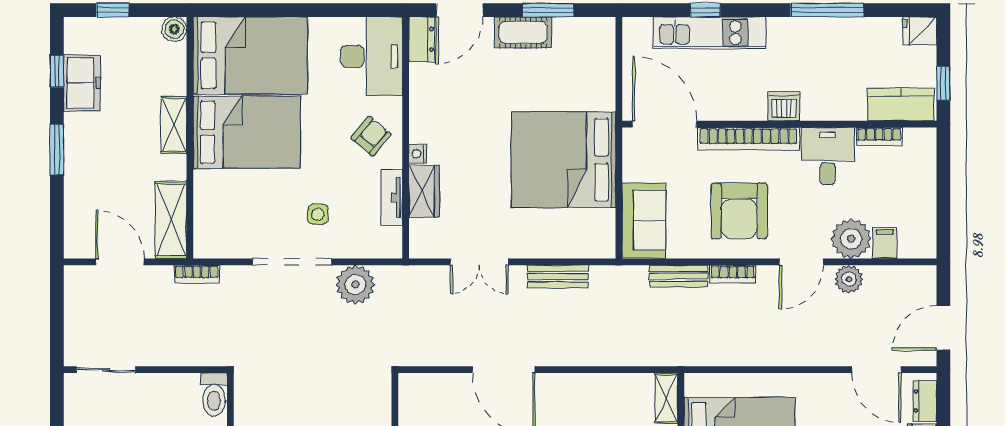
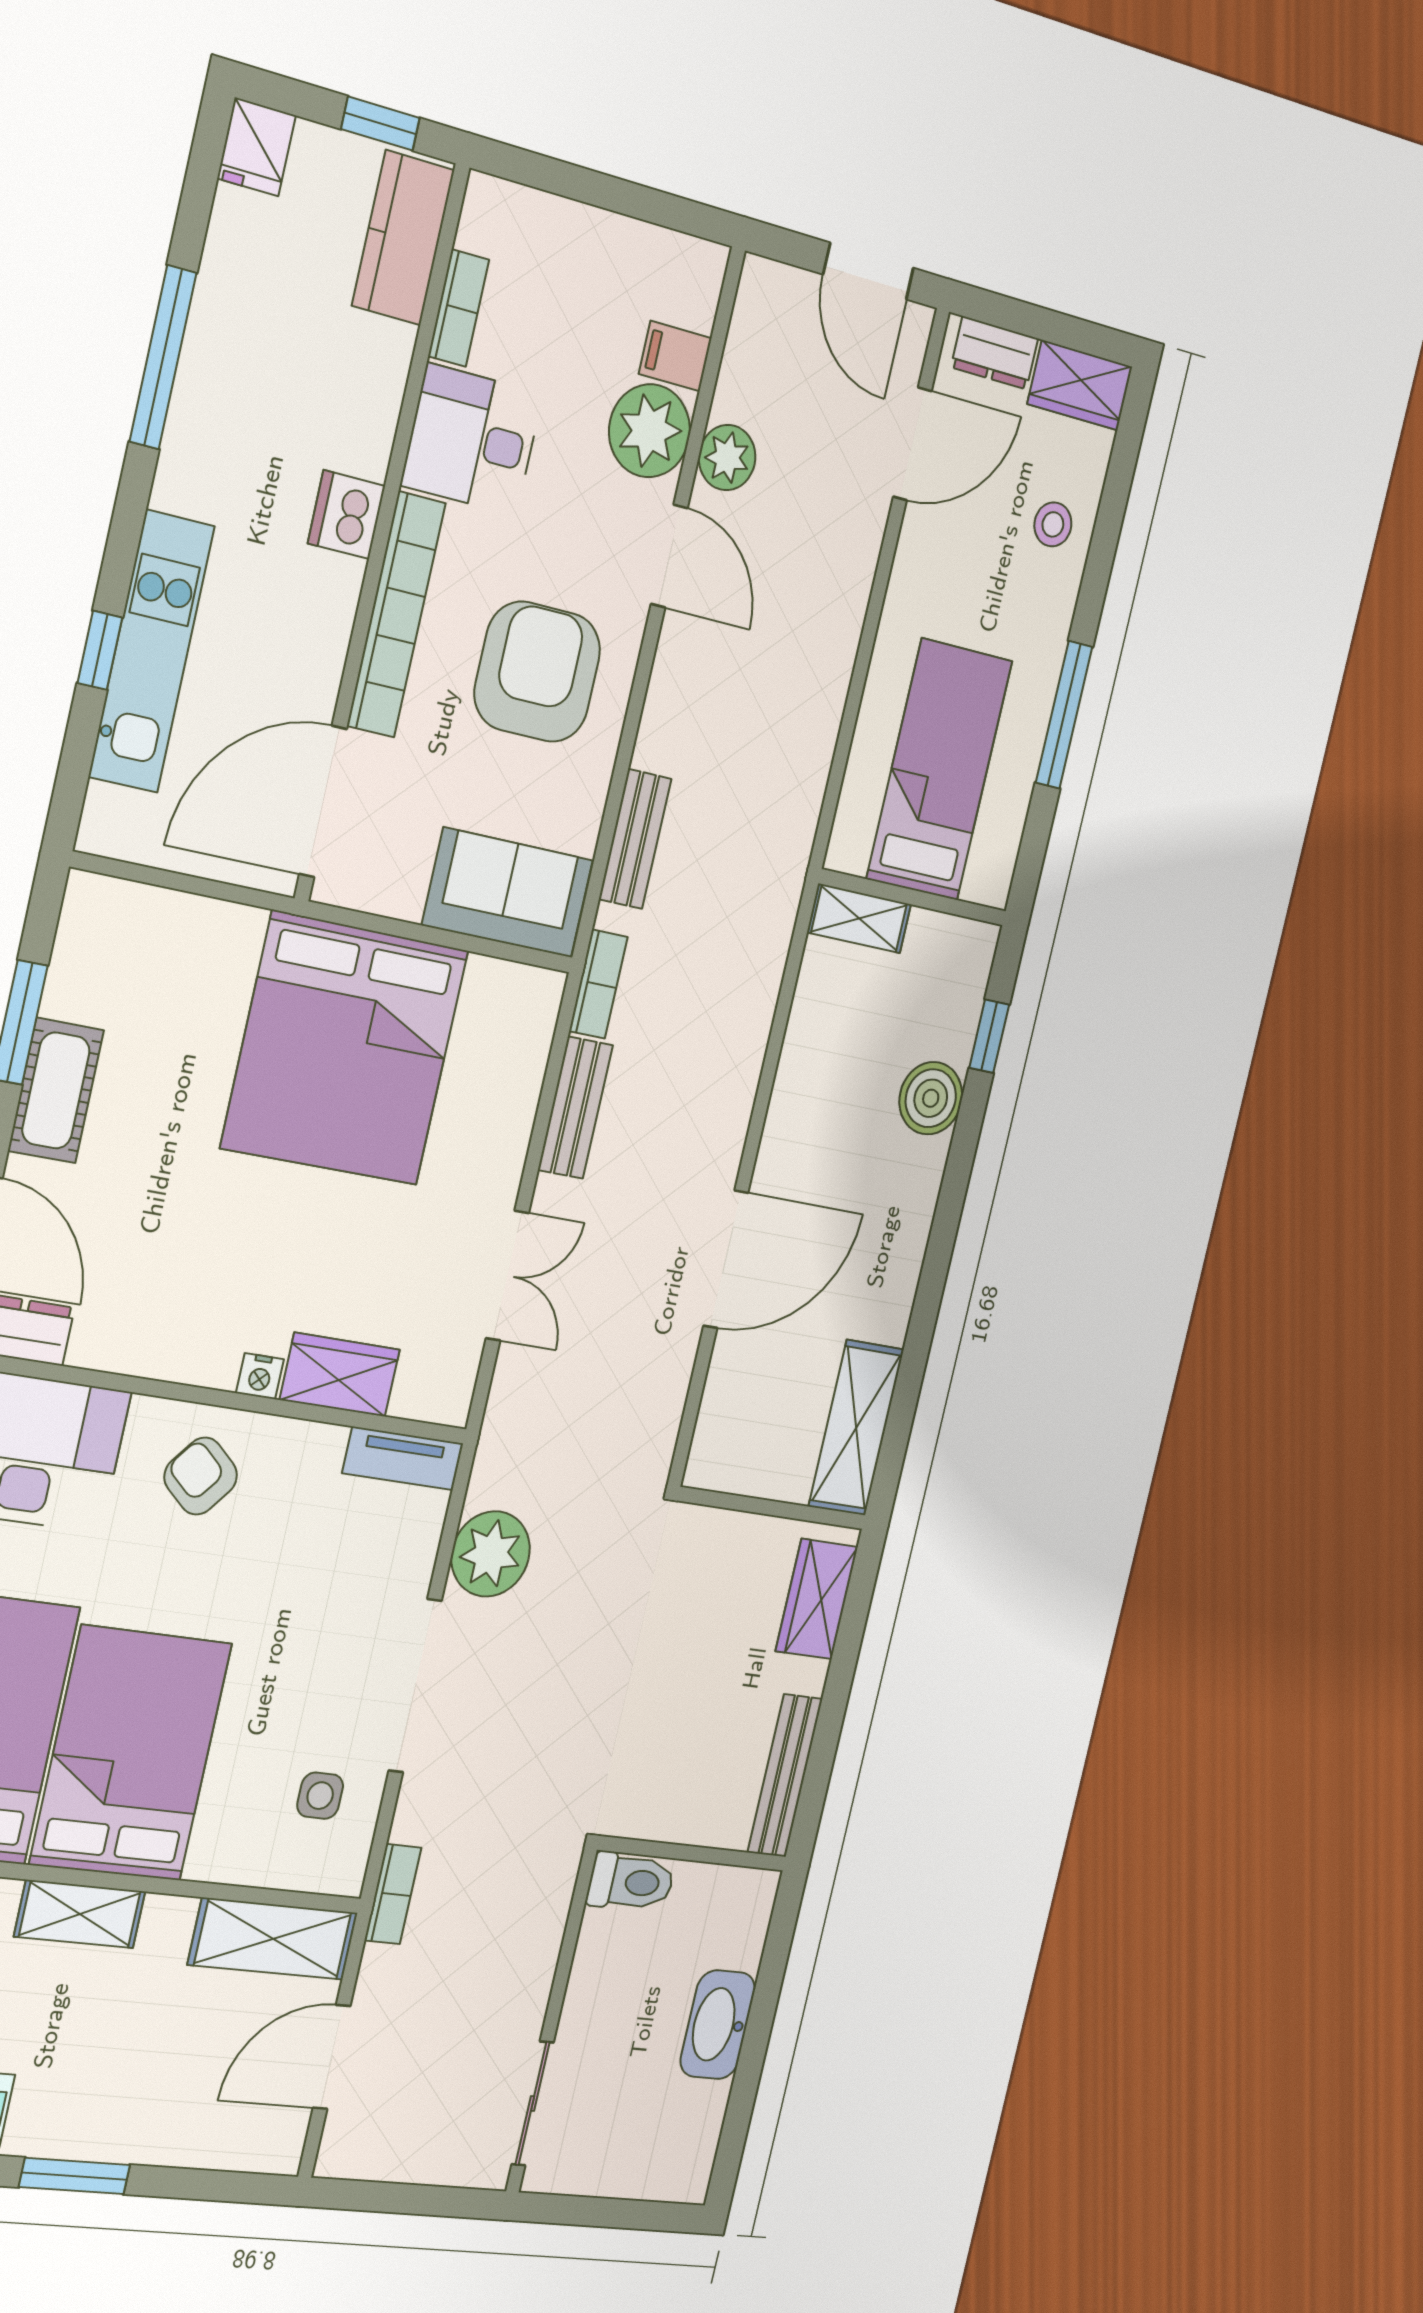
tv unit: (392, 197) -> (403, 1458), moved
armchair: (739, 211) -> (537, 672), turned -90
side table: (318, 214) -> (320, 1796), moved
bookcase: (733, 274) -> (598, 984), moved

